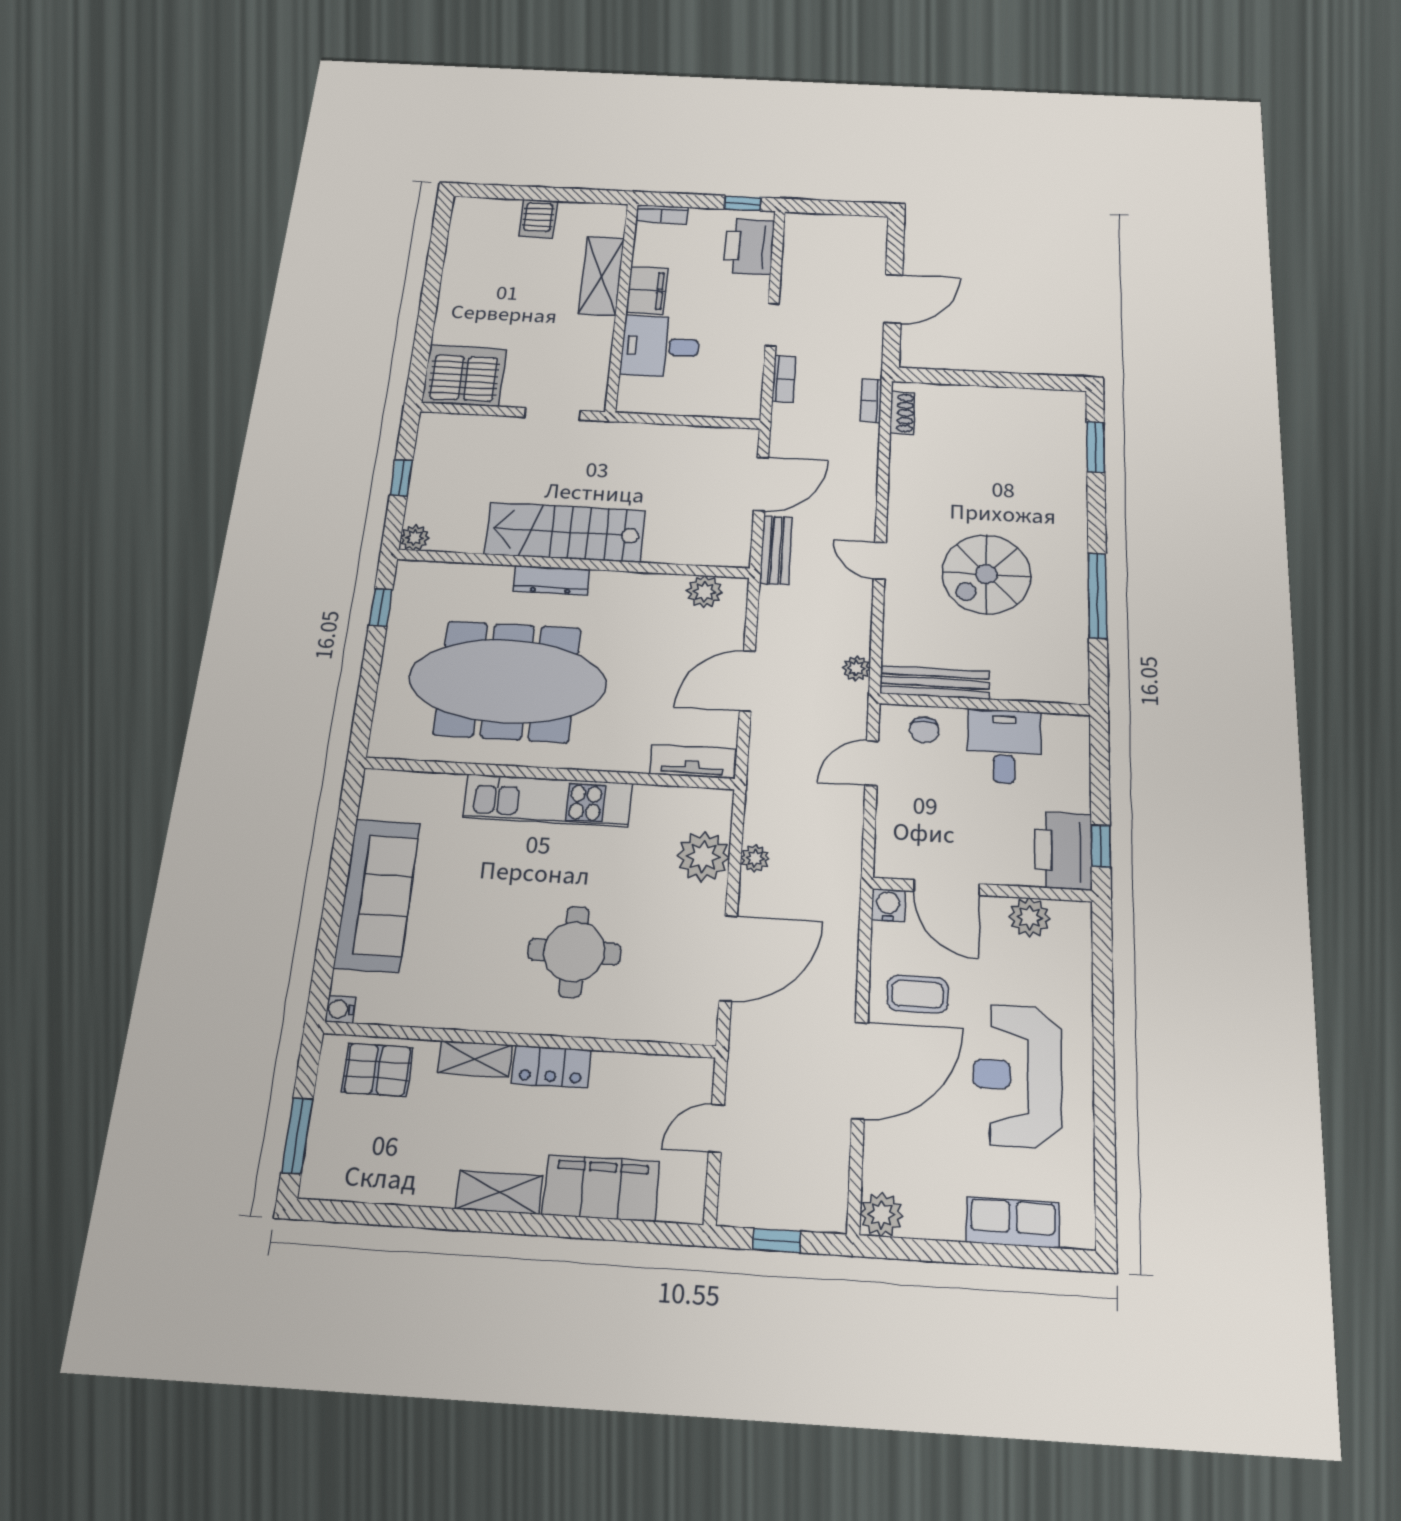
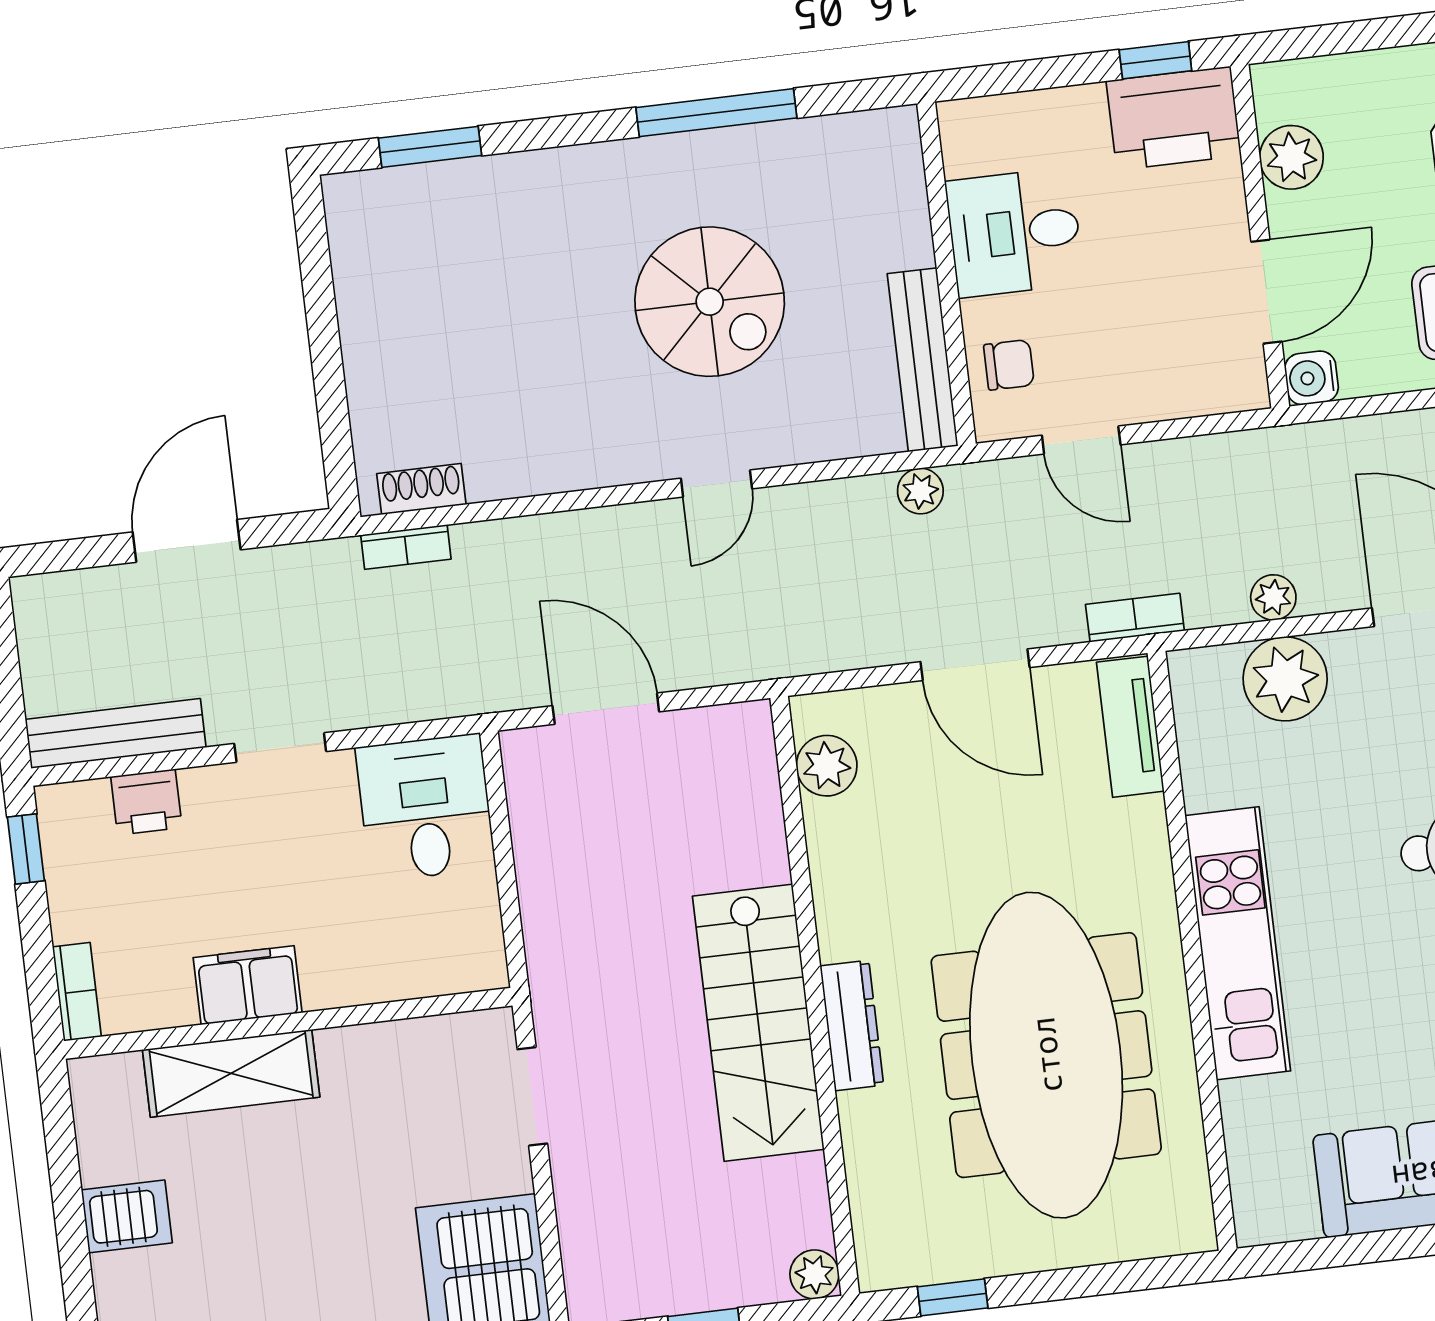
printer: (749, 247) -> (146, 802), width x0.53, depth x0.68
door: (893, 299) -> (187, 541), hinge flipped
desk: (660, 346) -> (425, 808), moved, turned 180
bookcase: (784, 379) -> (1135, 618), moved
bench: (776, 550) -> (116, 733), moved, width x1.36

